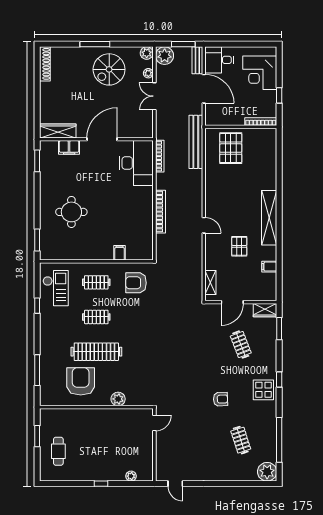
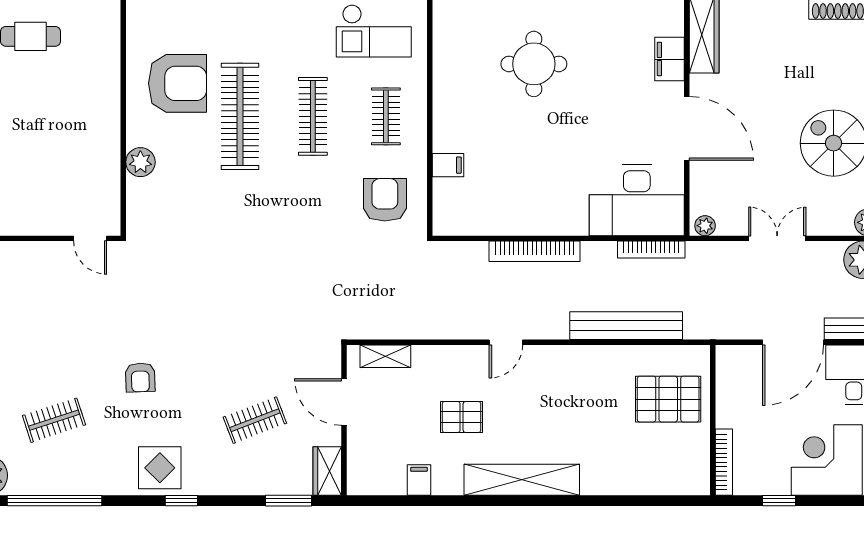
plant: (148, 73) -> (705, 226), moved
bench: (196, 142) -> (626, 326), moved
clothes rail: (96, 317) -> (313, 116), width x1.36

